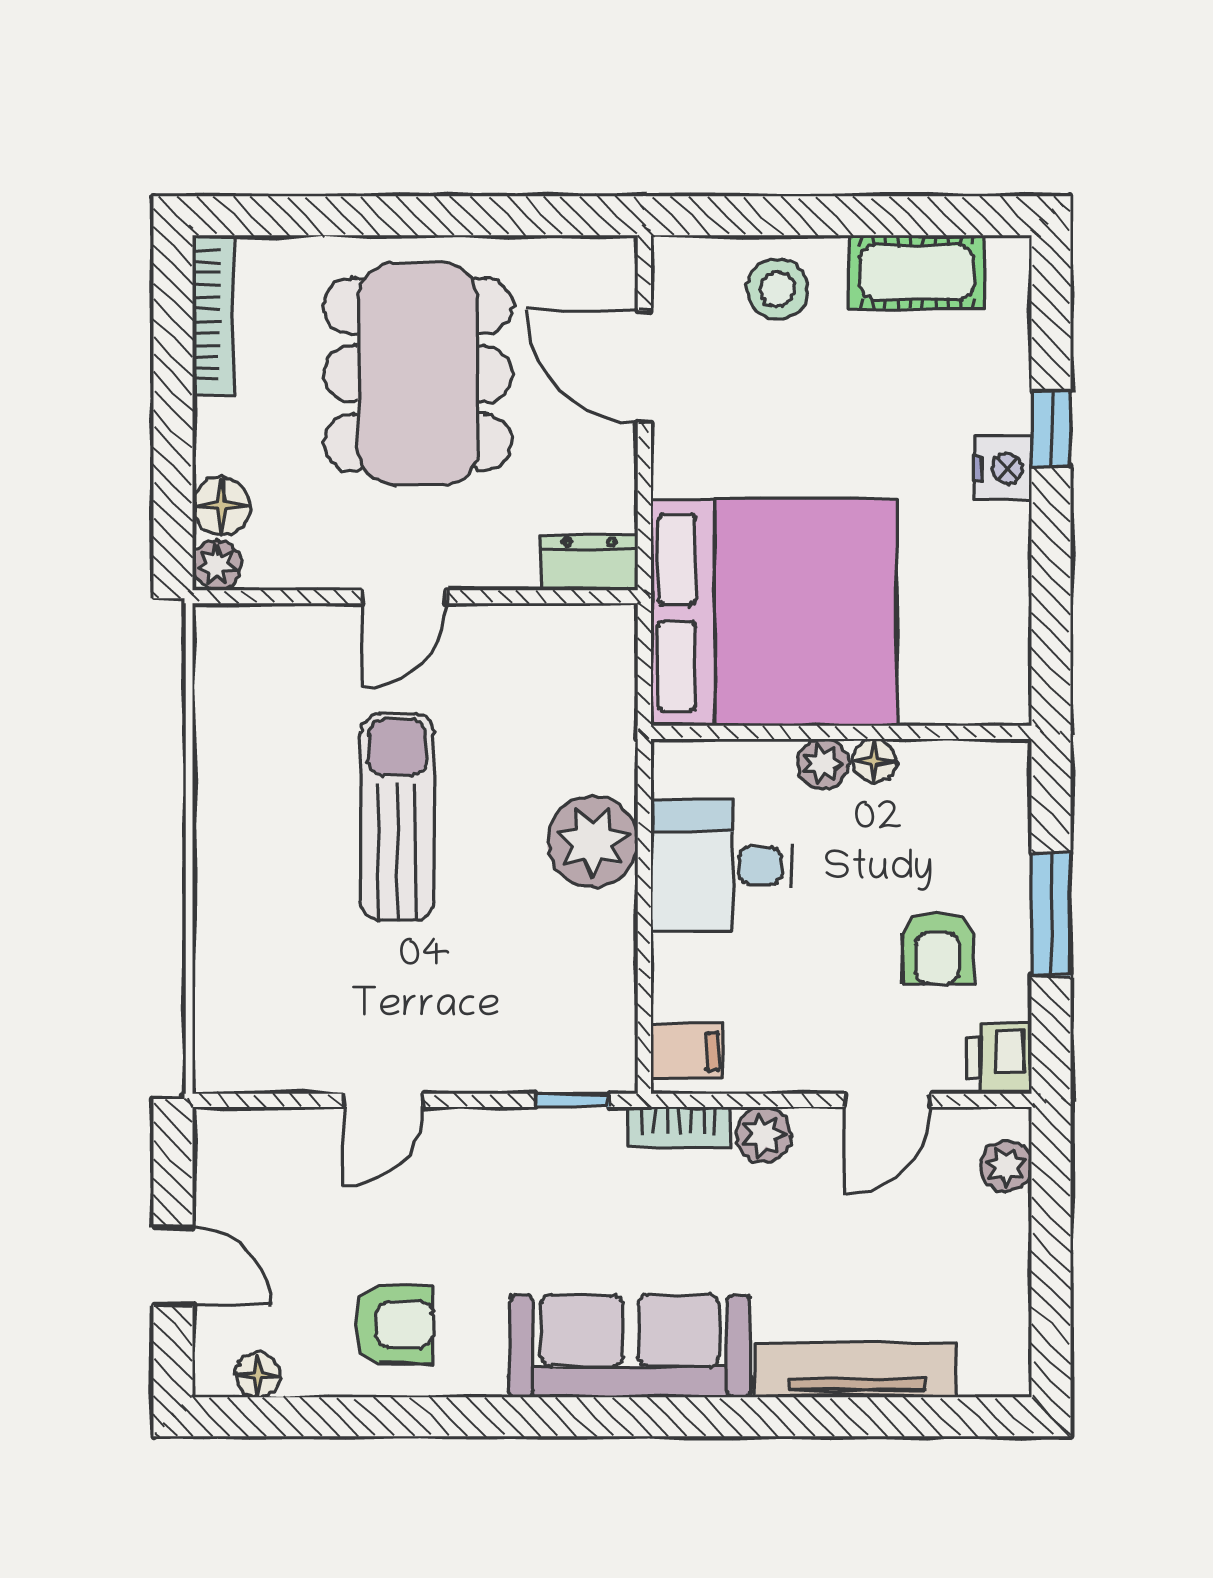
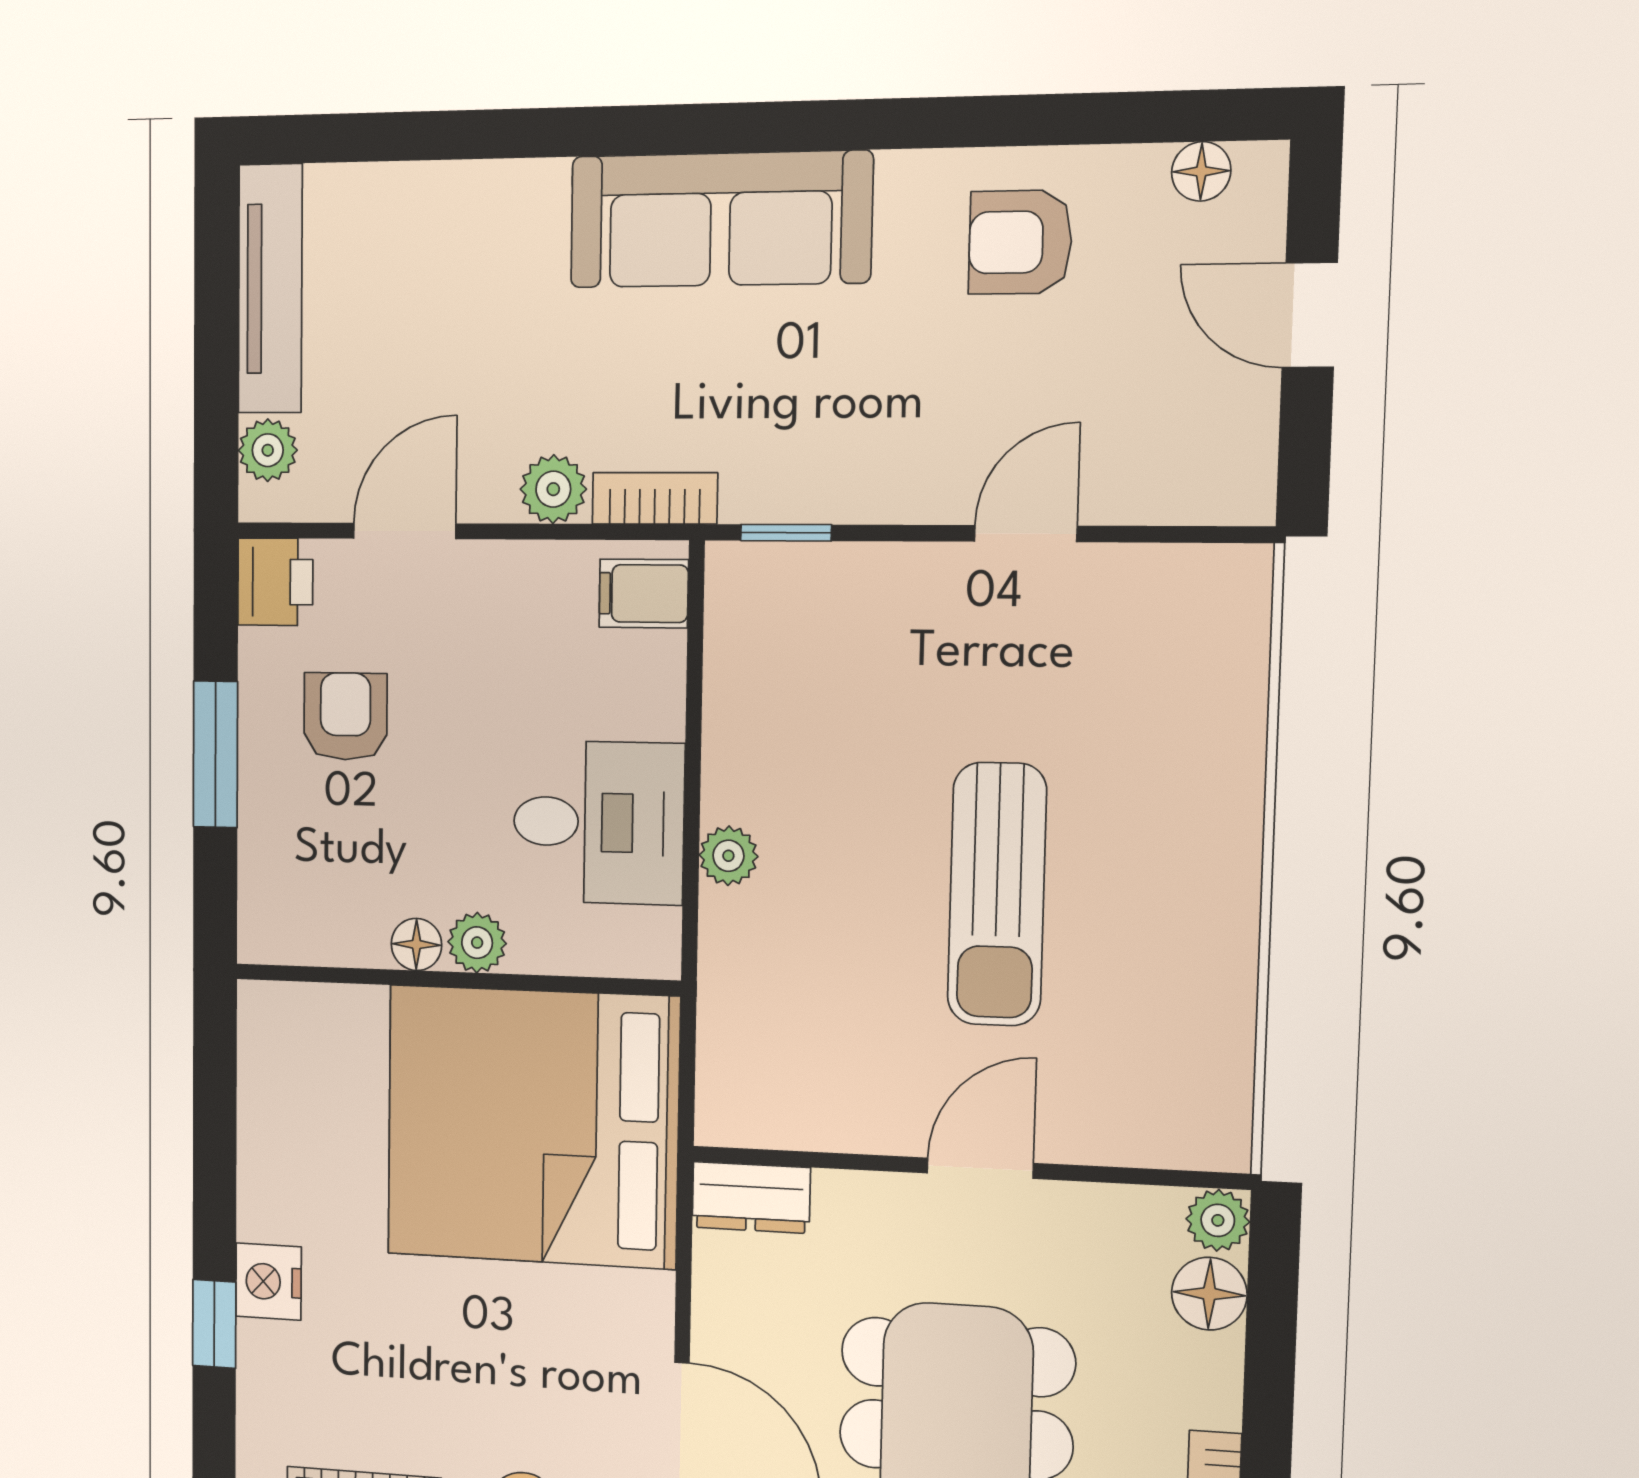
plant: (593, 842) -> (728, 856), width x0.53, depth x0.53
tv unit: (856, 1370) -> (270, 289), moved, turned -90

